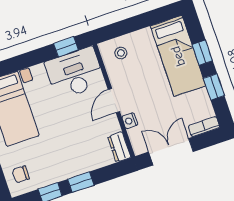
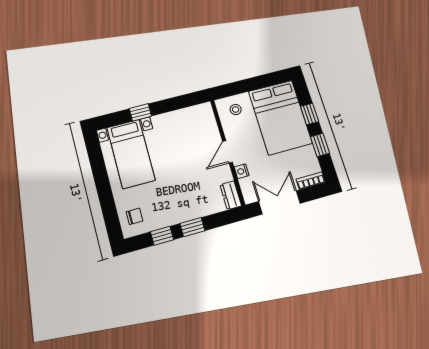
window: (66, 47) -> (140, 112), moved
bed: (178, 56) -> (280, 117), width x1.50
desk: (75, 73) -> (192, 125), removed
chair: (21, 174) -> (135, 216), turned 180

